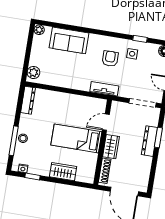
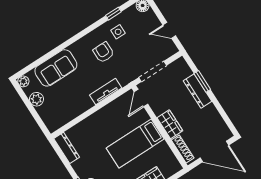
plant: (33, 72) -> (36, 99), moved
tv unit: (104, 89) -> (106, 92), moved
doorway: (143, 103) -> (153, 71), moved
door: (106, 122) -> (141, 98), moved

